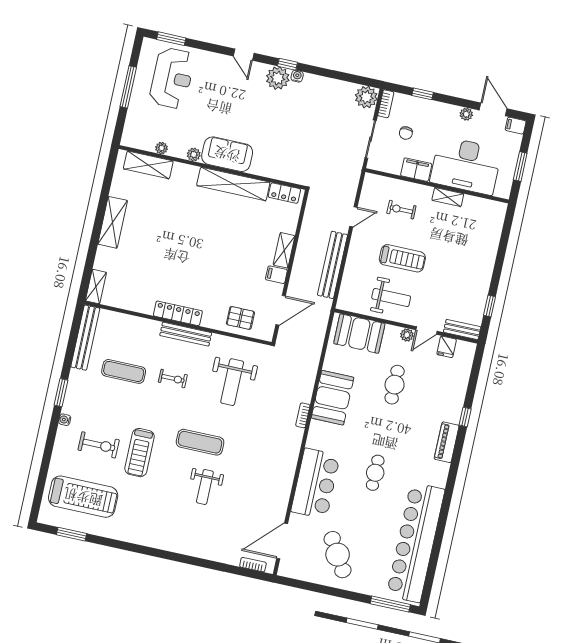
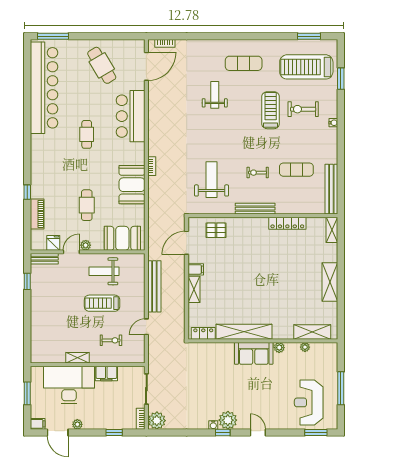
chair: (406, 133) -> (120, 400), removed
locker: (178, 313) -> (287, 223), moved
window: (61, 393) -> (341, 79), moved
exercise mat: (200, 442) -> (244, 63), moved
piano: (447, 442) -> (37, 214), moved

